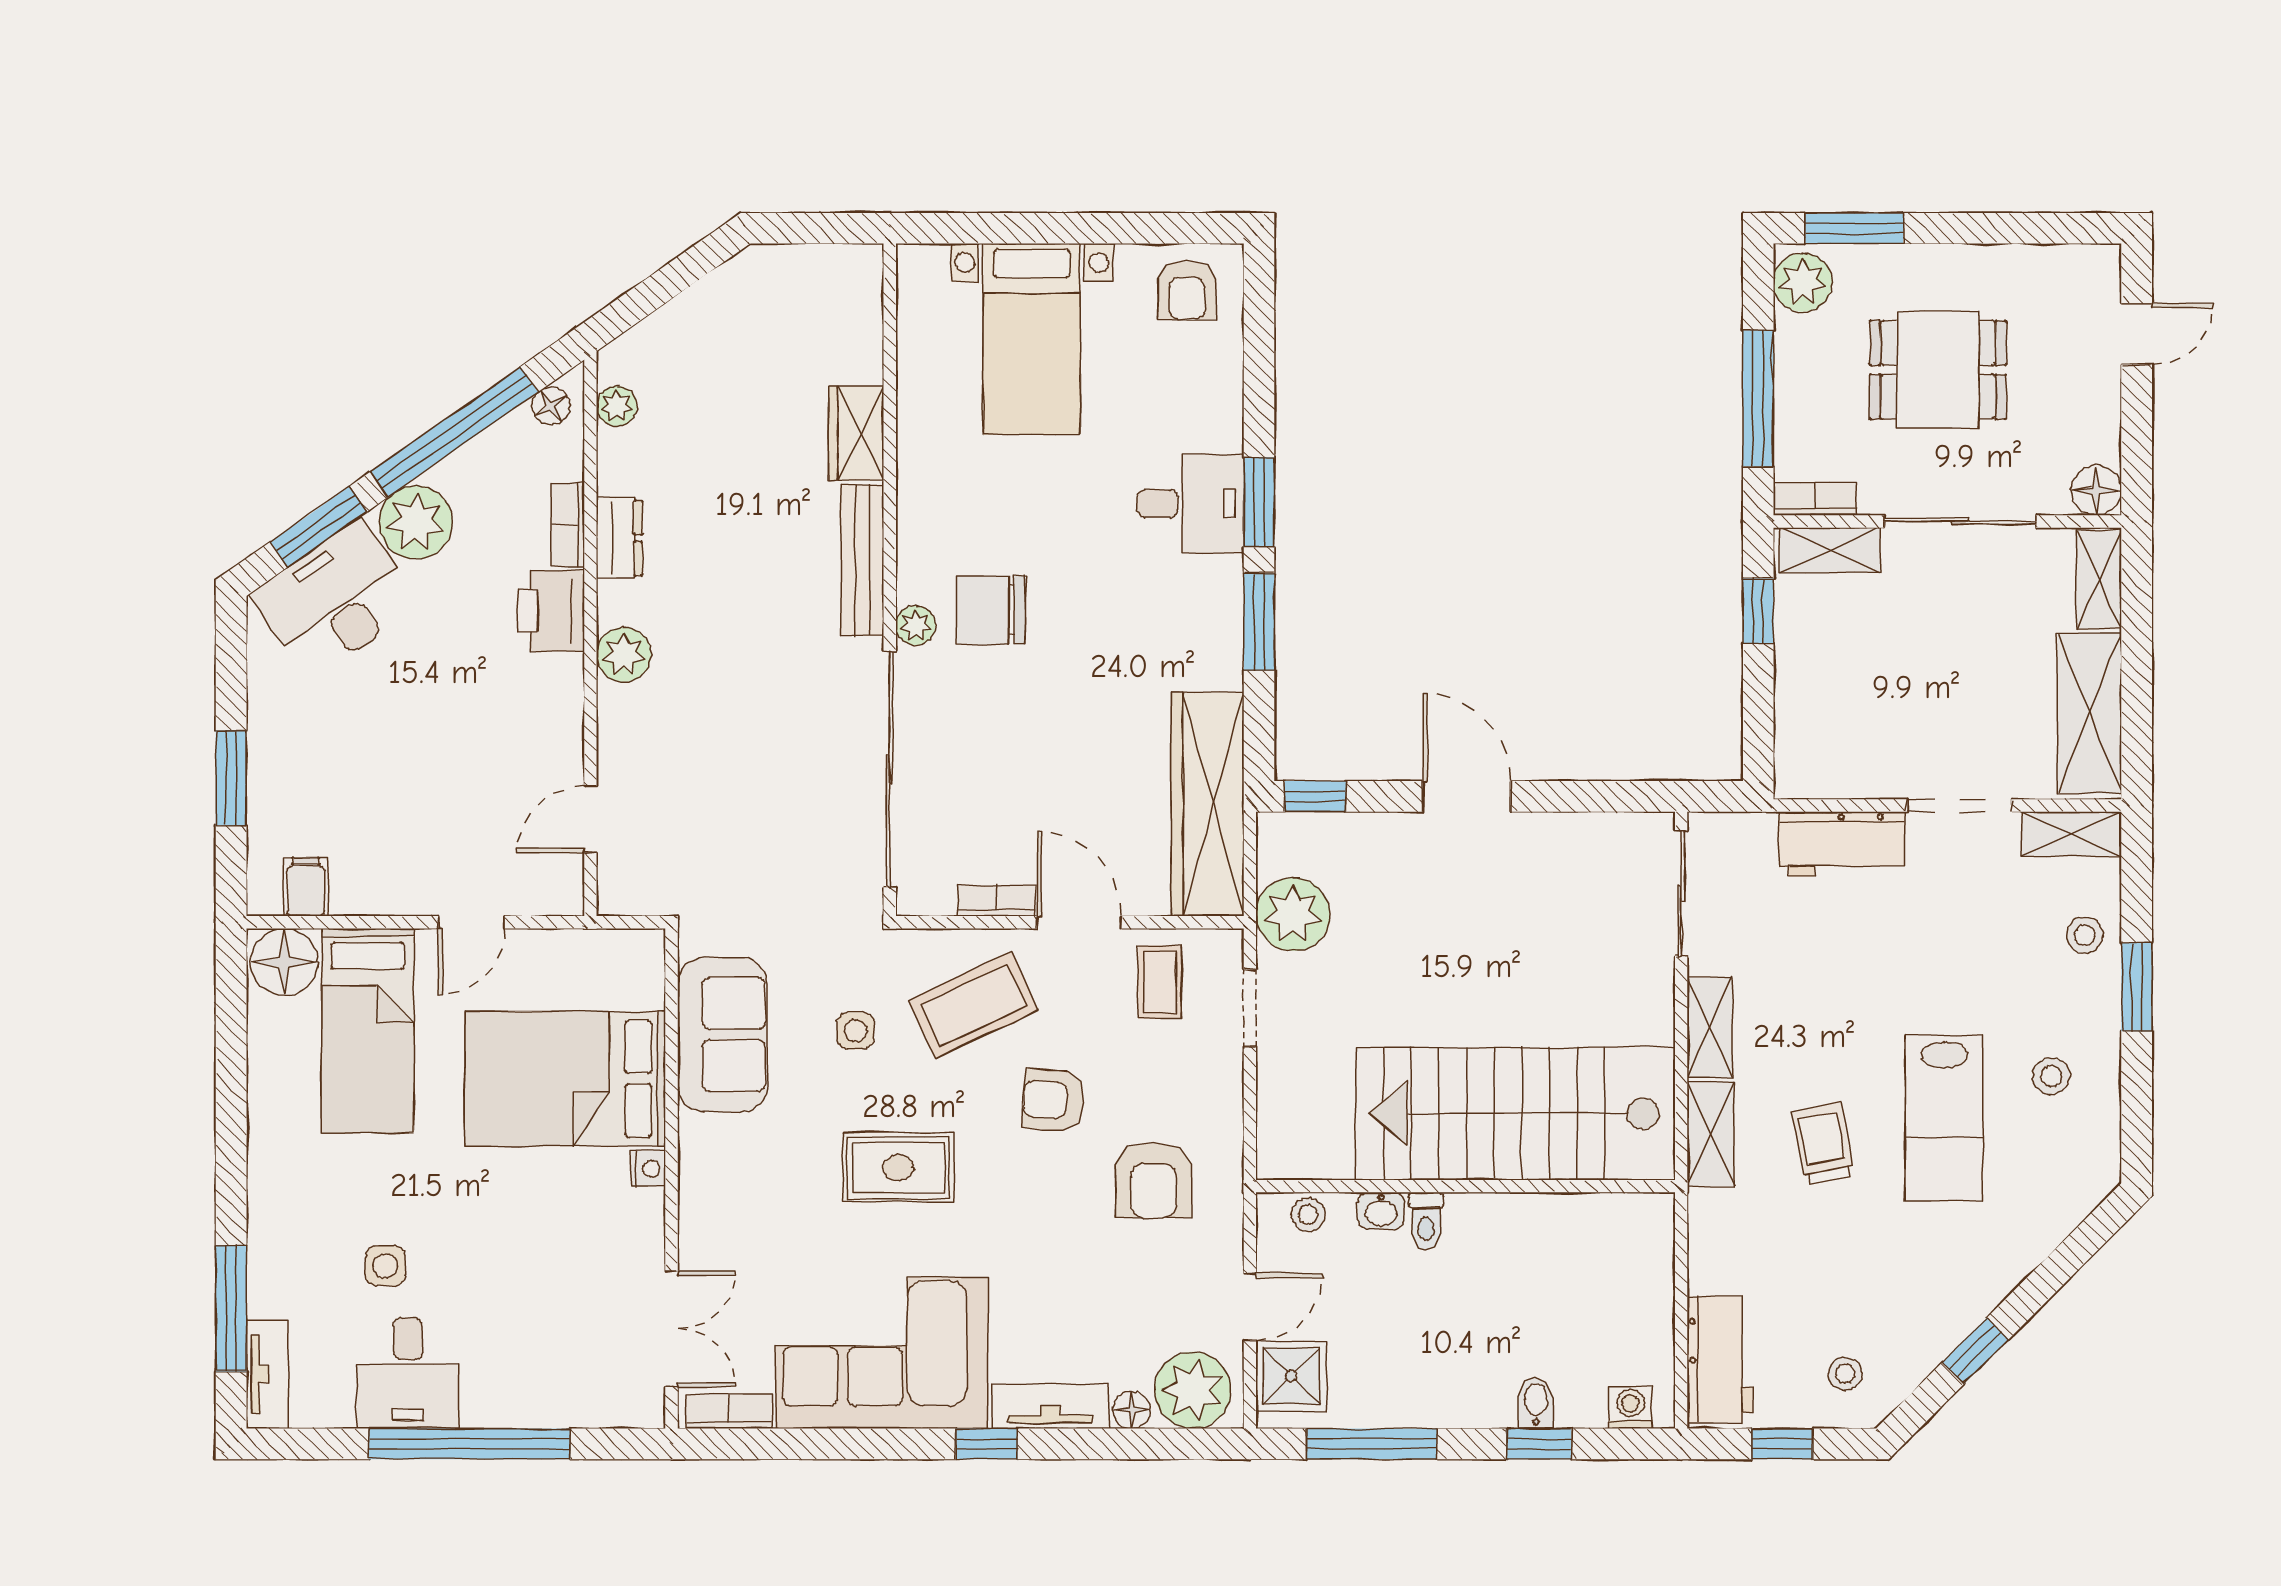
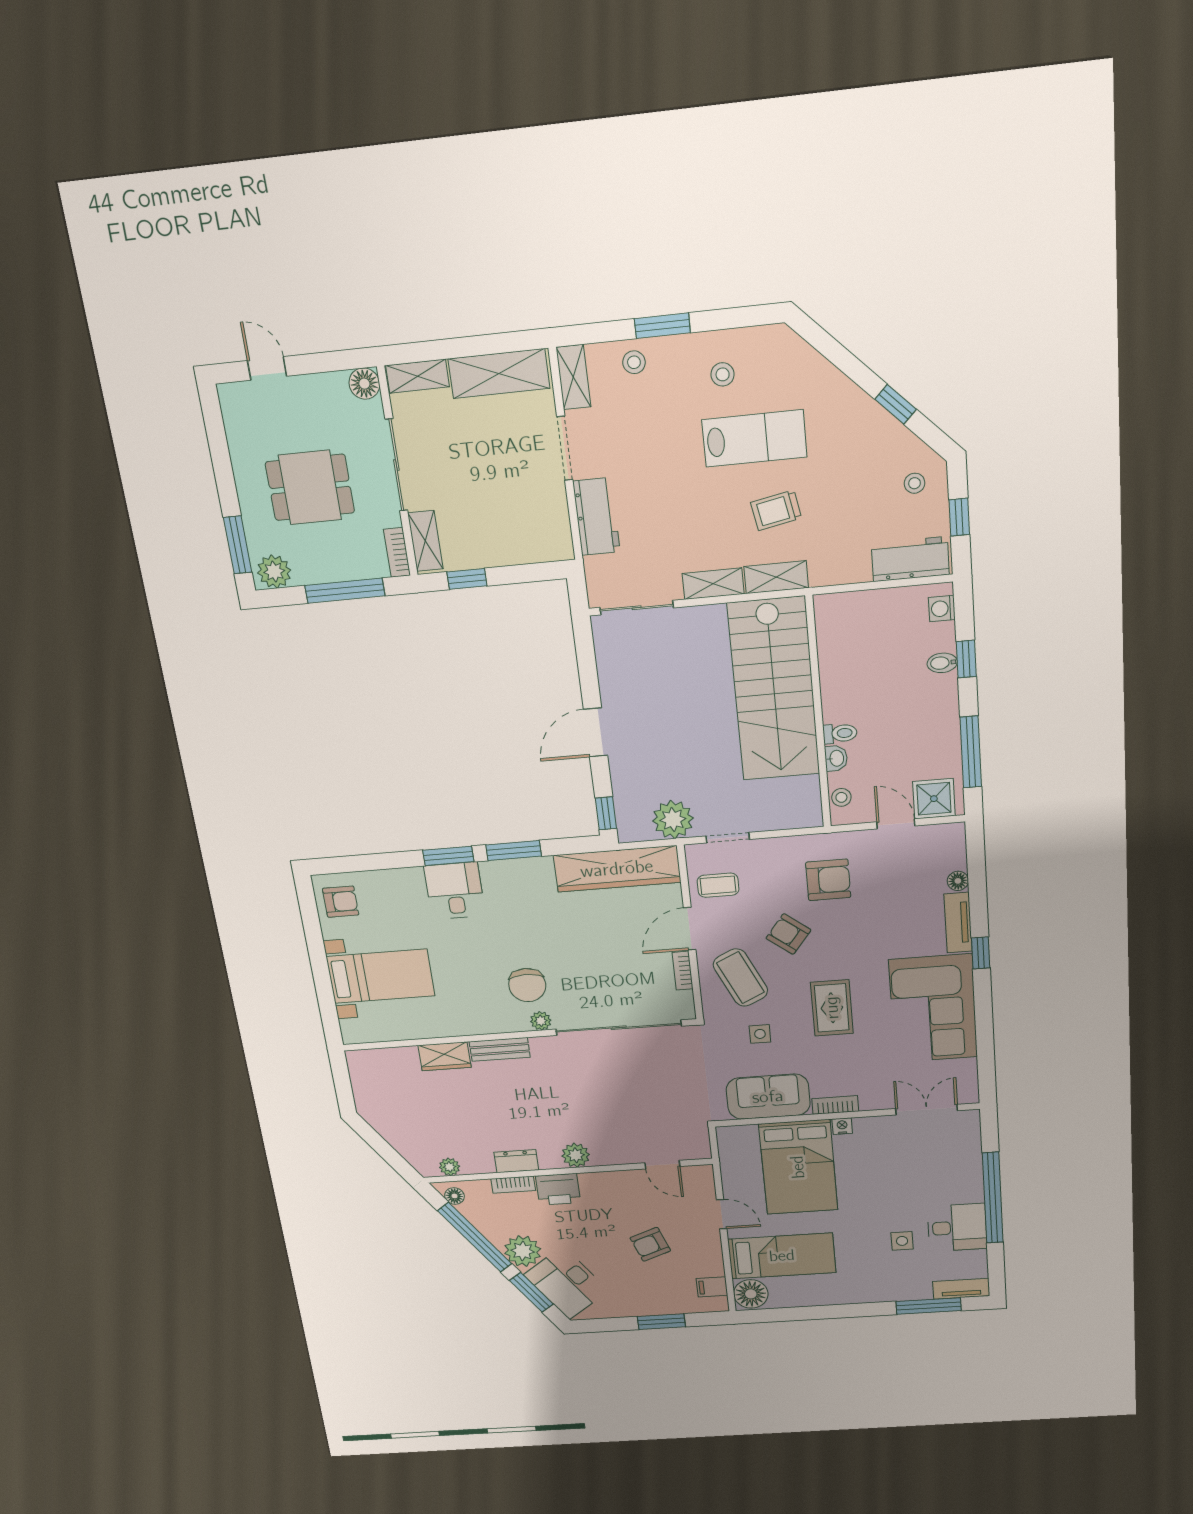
dining table: (1938, 370) -> (310, 487), turned 90
bench: (862, 560) -> (500, 1049), width x0.73
armchair: (413, 776) -> (650, 1244), added
armchair: (1053, 1100) -> (788, 934), turned 123
plant: (1193, 1390) -> (945, 850), removed
bookcase: (729, 1411) -> (835, 1105), moved, turned 90

